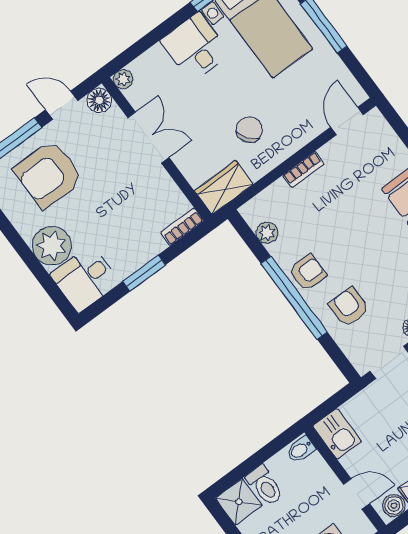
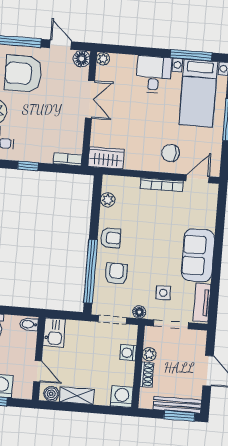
chair: (249, 130) -> (170, 153), moved, turned -144
bookcase: (303, 170) -> (162, 185), width x1.56
window: (144, 273) -> (28, 166), width x0.67
window: (294, 298) -> (91, 271), moved

